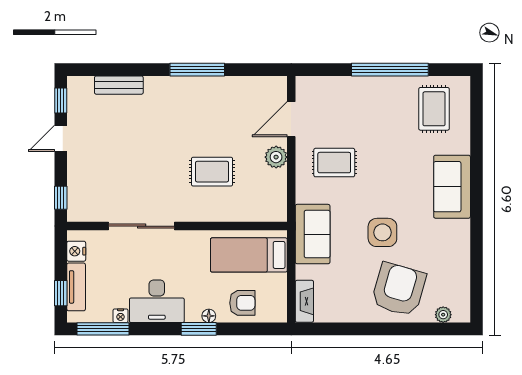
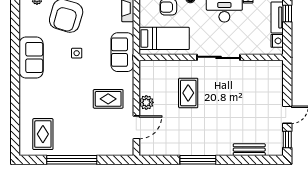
rug: (212, 172) -> (188, 93), turned 90
sofa: (452, 187) -> (31, 57), moved
window: (61, 198) -> (287, 76), removed
sliding door: (142, 226) -> (219, 57), moved
side table: (382, 232) -> (77, 53), width x0.54, depth x0.54

